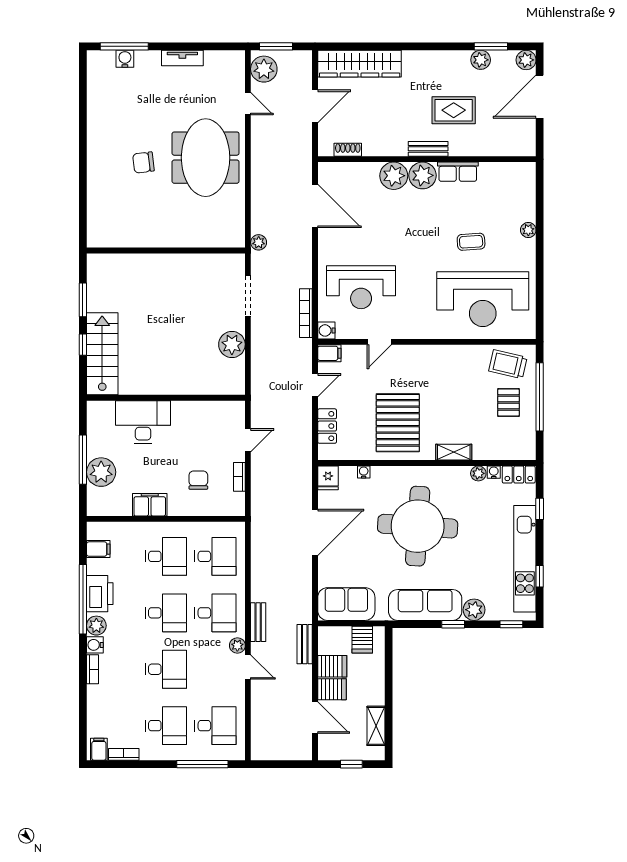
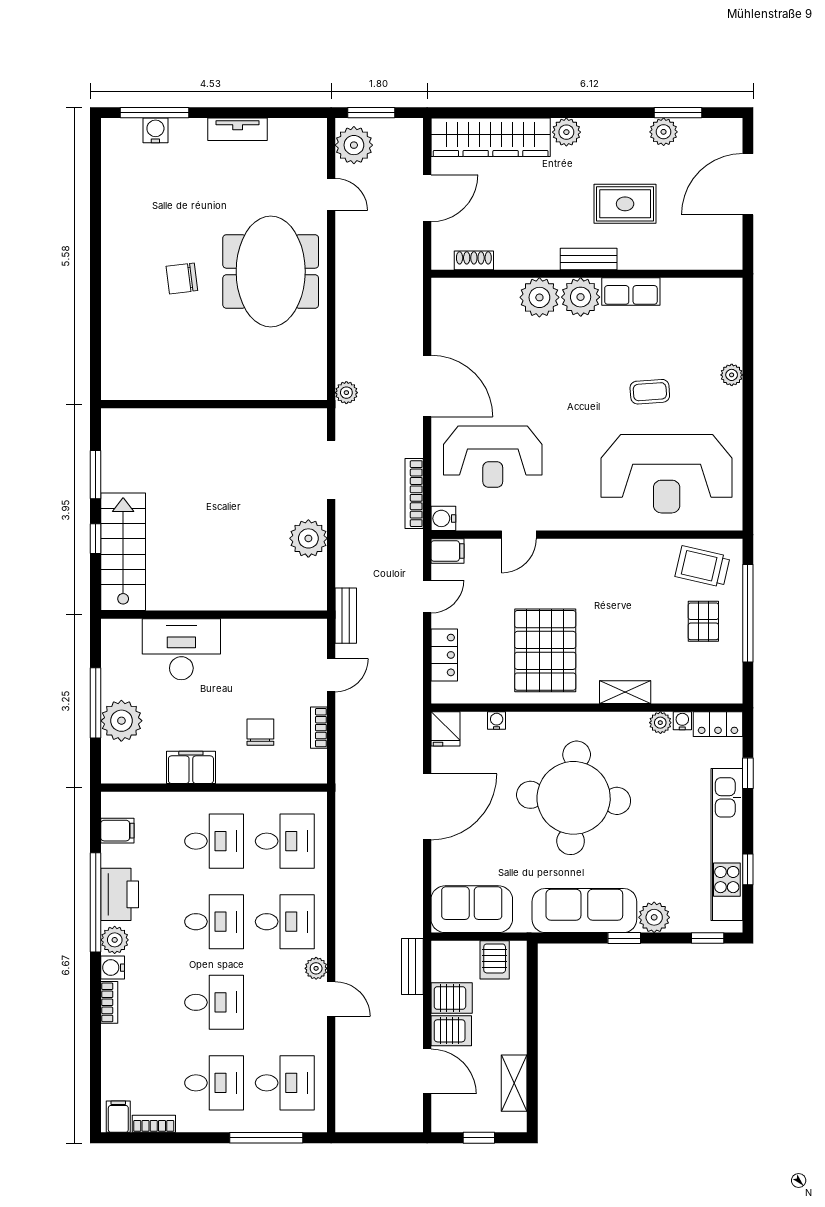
plant: (526, 60) -> (566, 132), moved
door: (315, 206) -> (427, 386), moved
bench: (258, 622) -> (346, 616), moved

